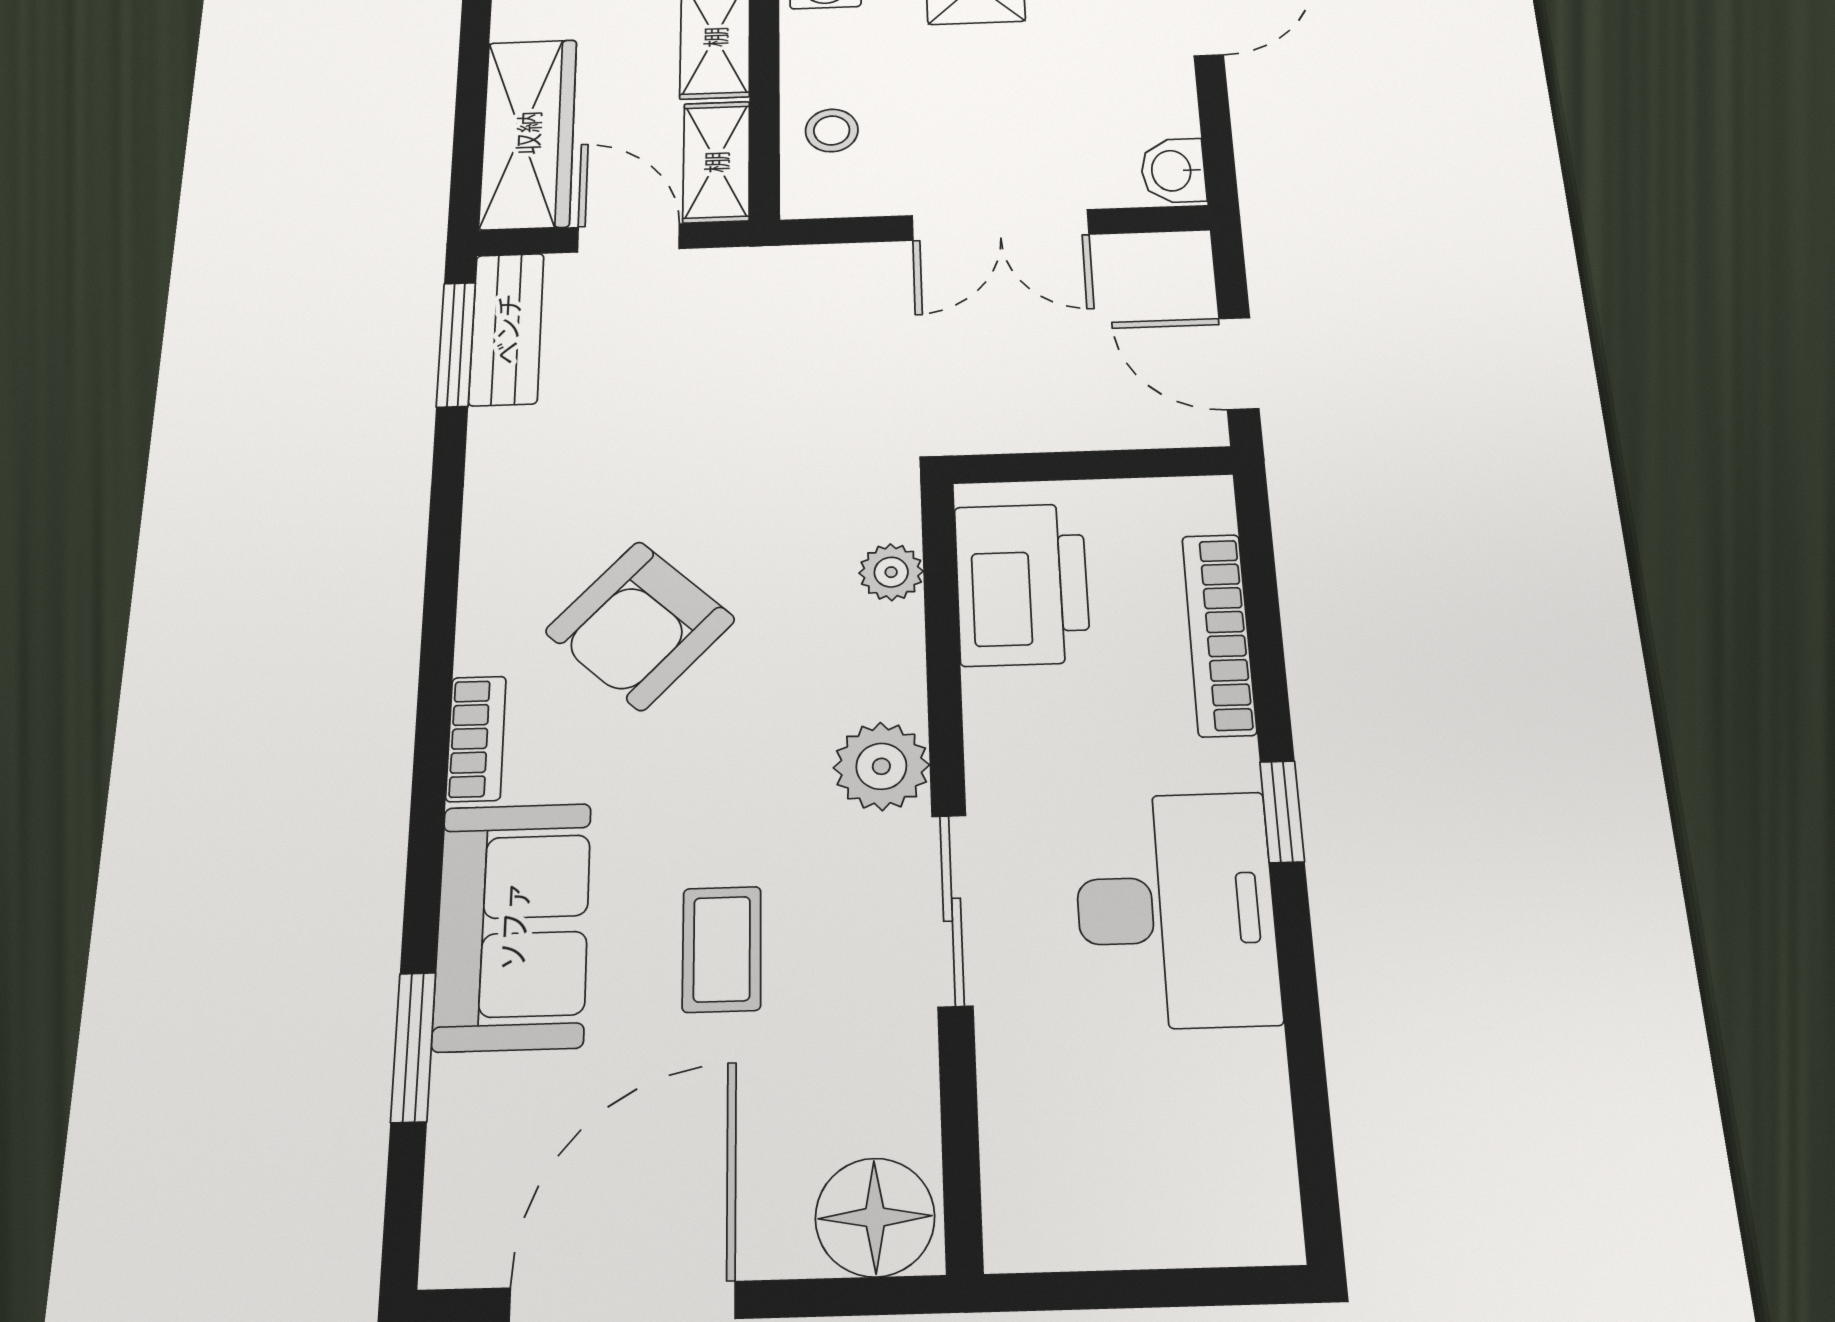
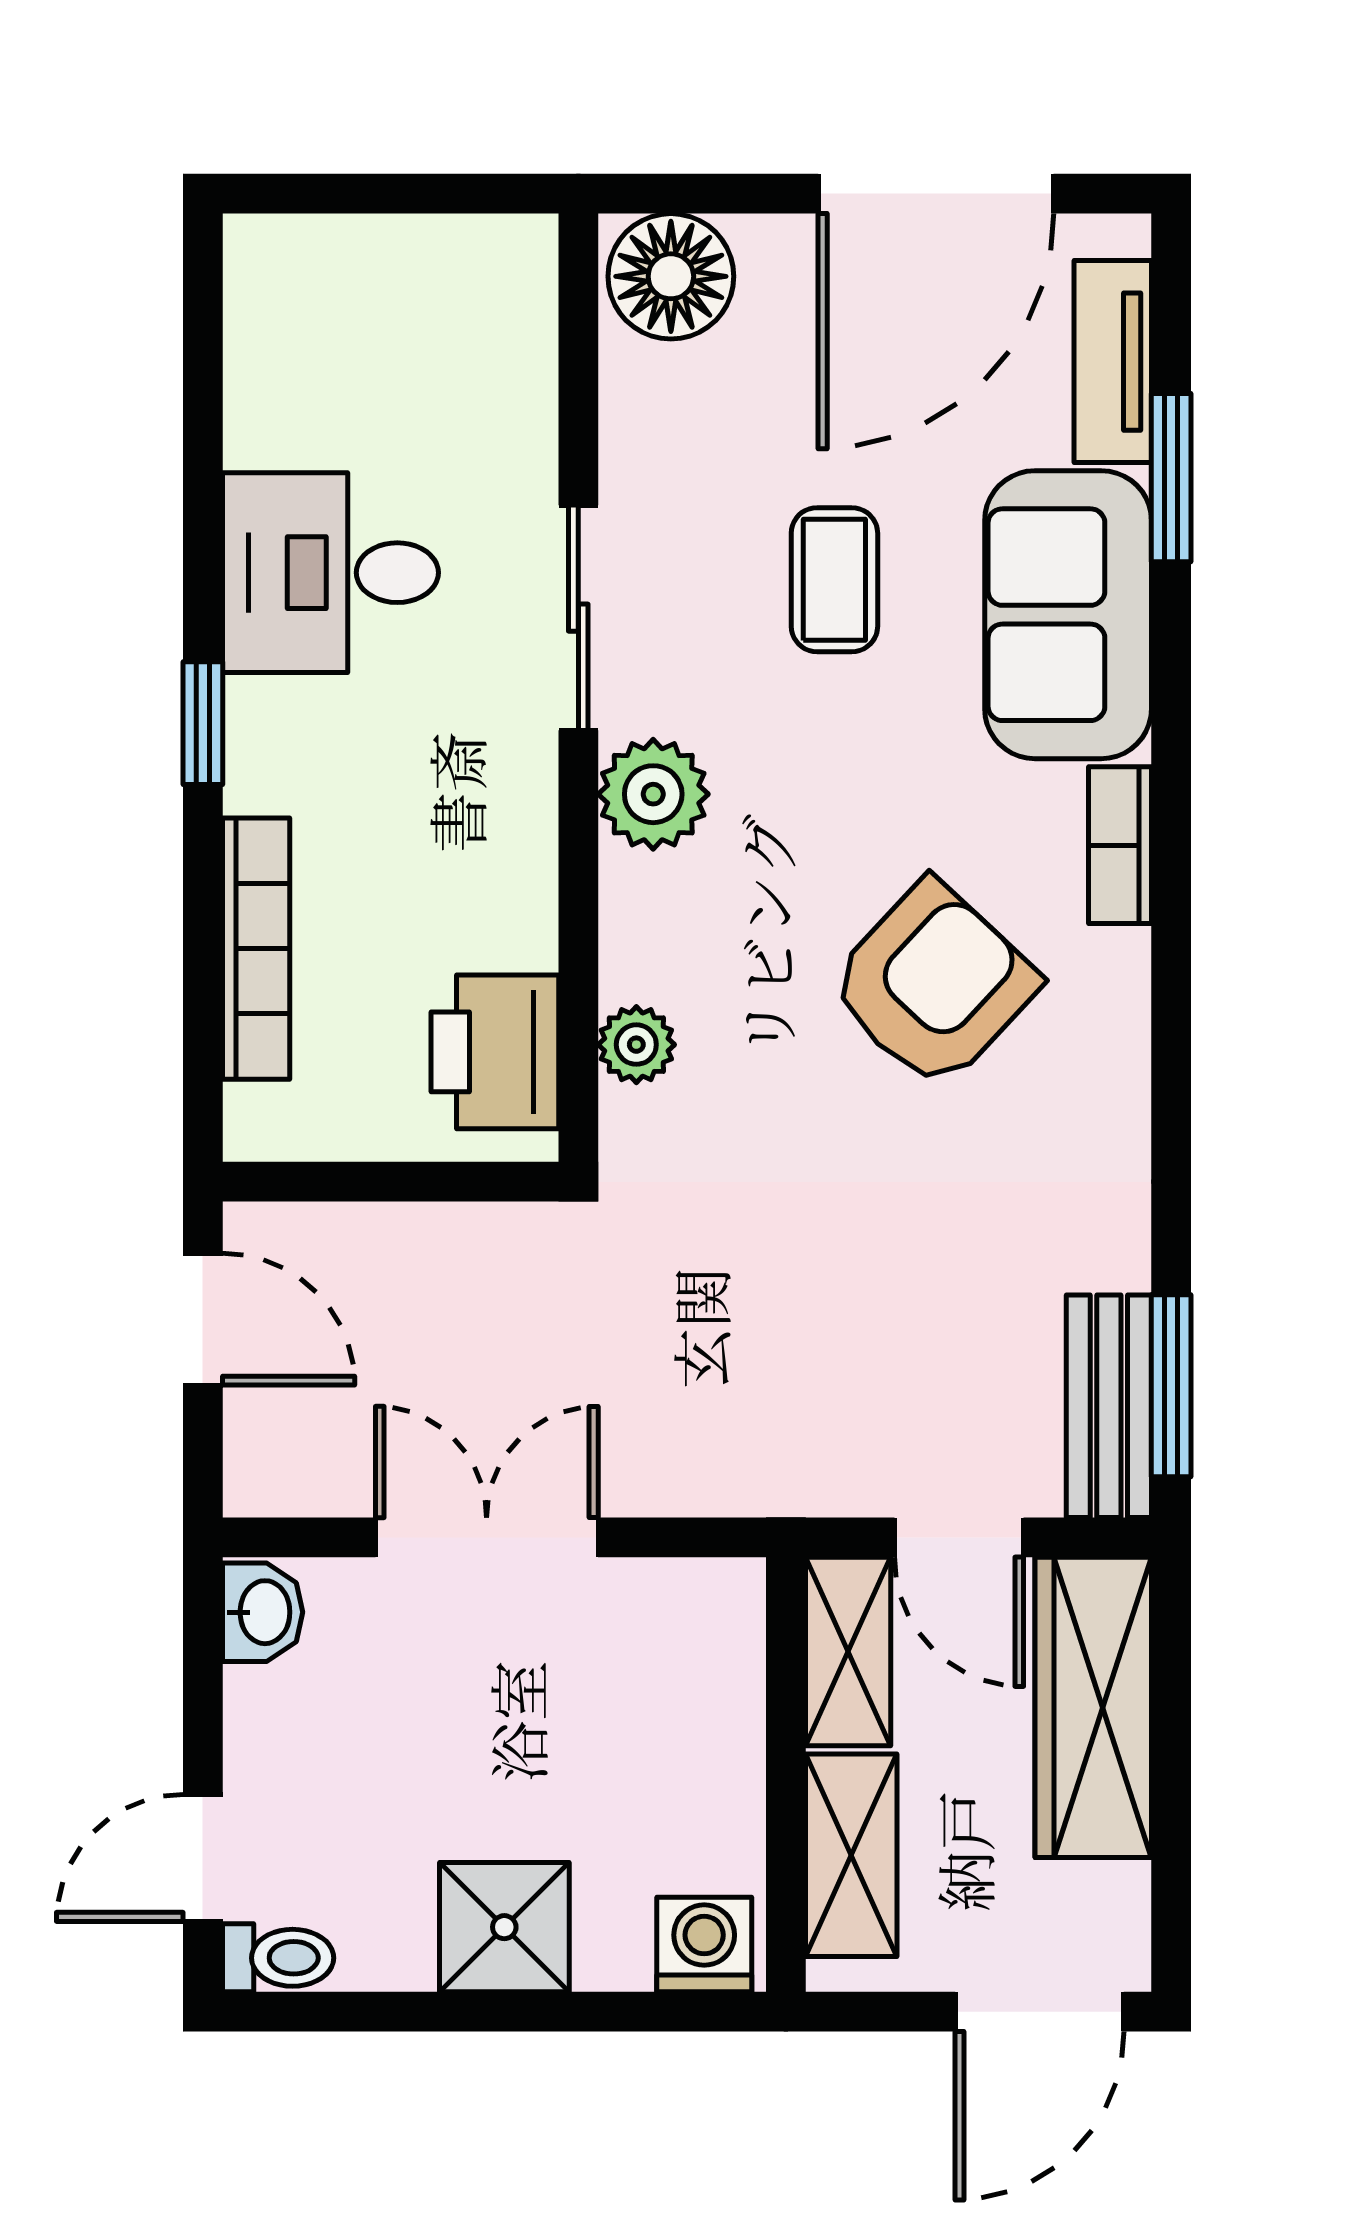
stool: (832, 130) -> (699, 1695), removed
printer: (1022, 584) -> (495, 1052), width x0.73, depth x0.84
desk: (1176, 910) -> (330, 573), width x0.73
tv unit: (461, 1150) -> (1113, 362), added

